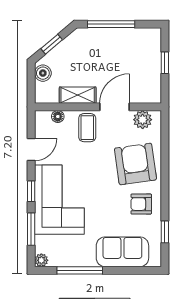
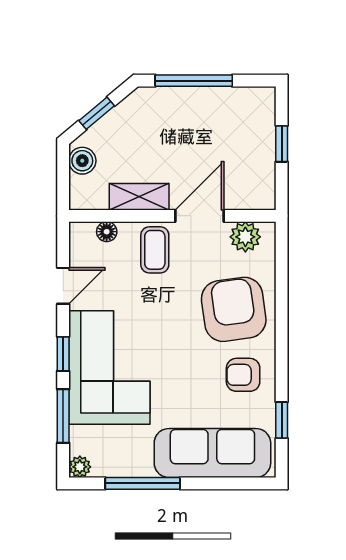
sofa: (122, 252) -> (212, 453), width x1.36

